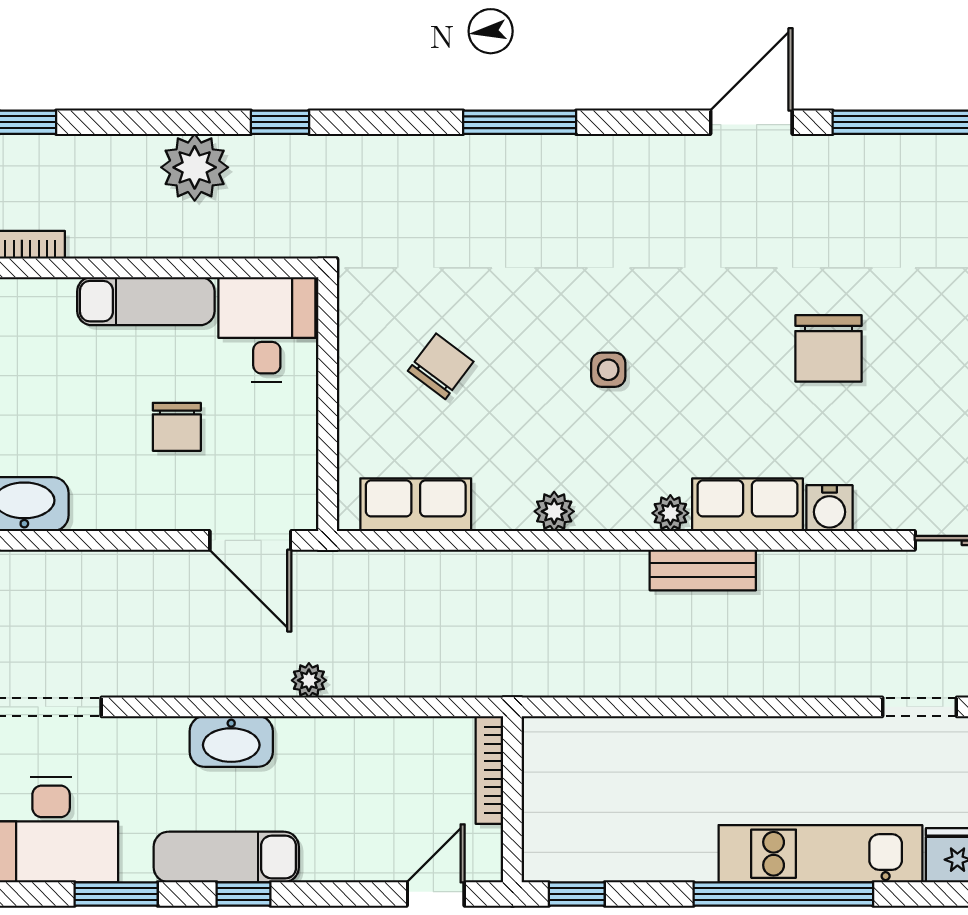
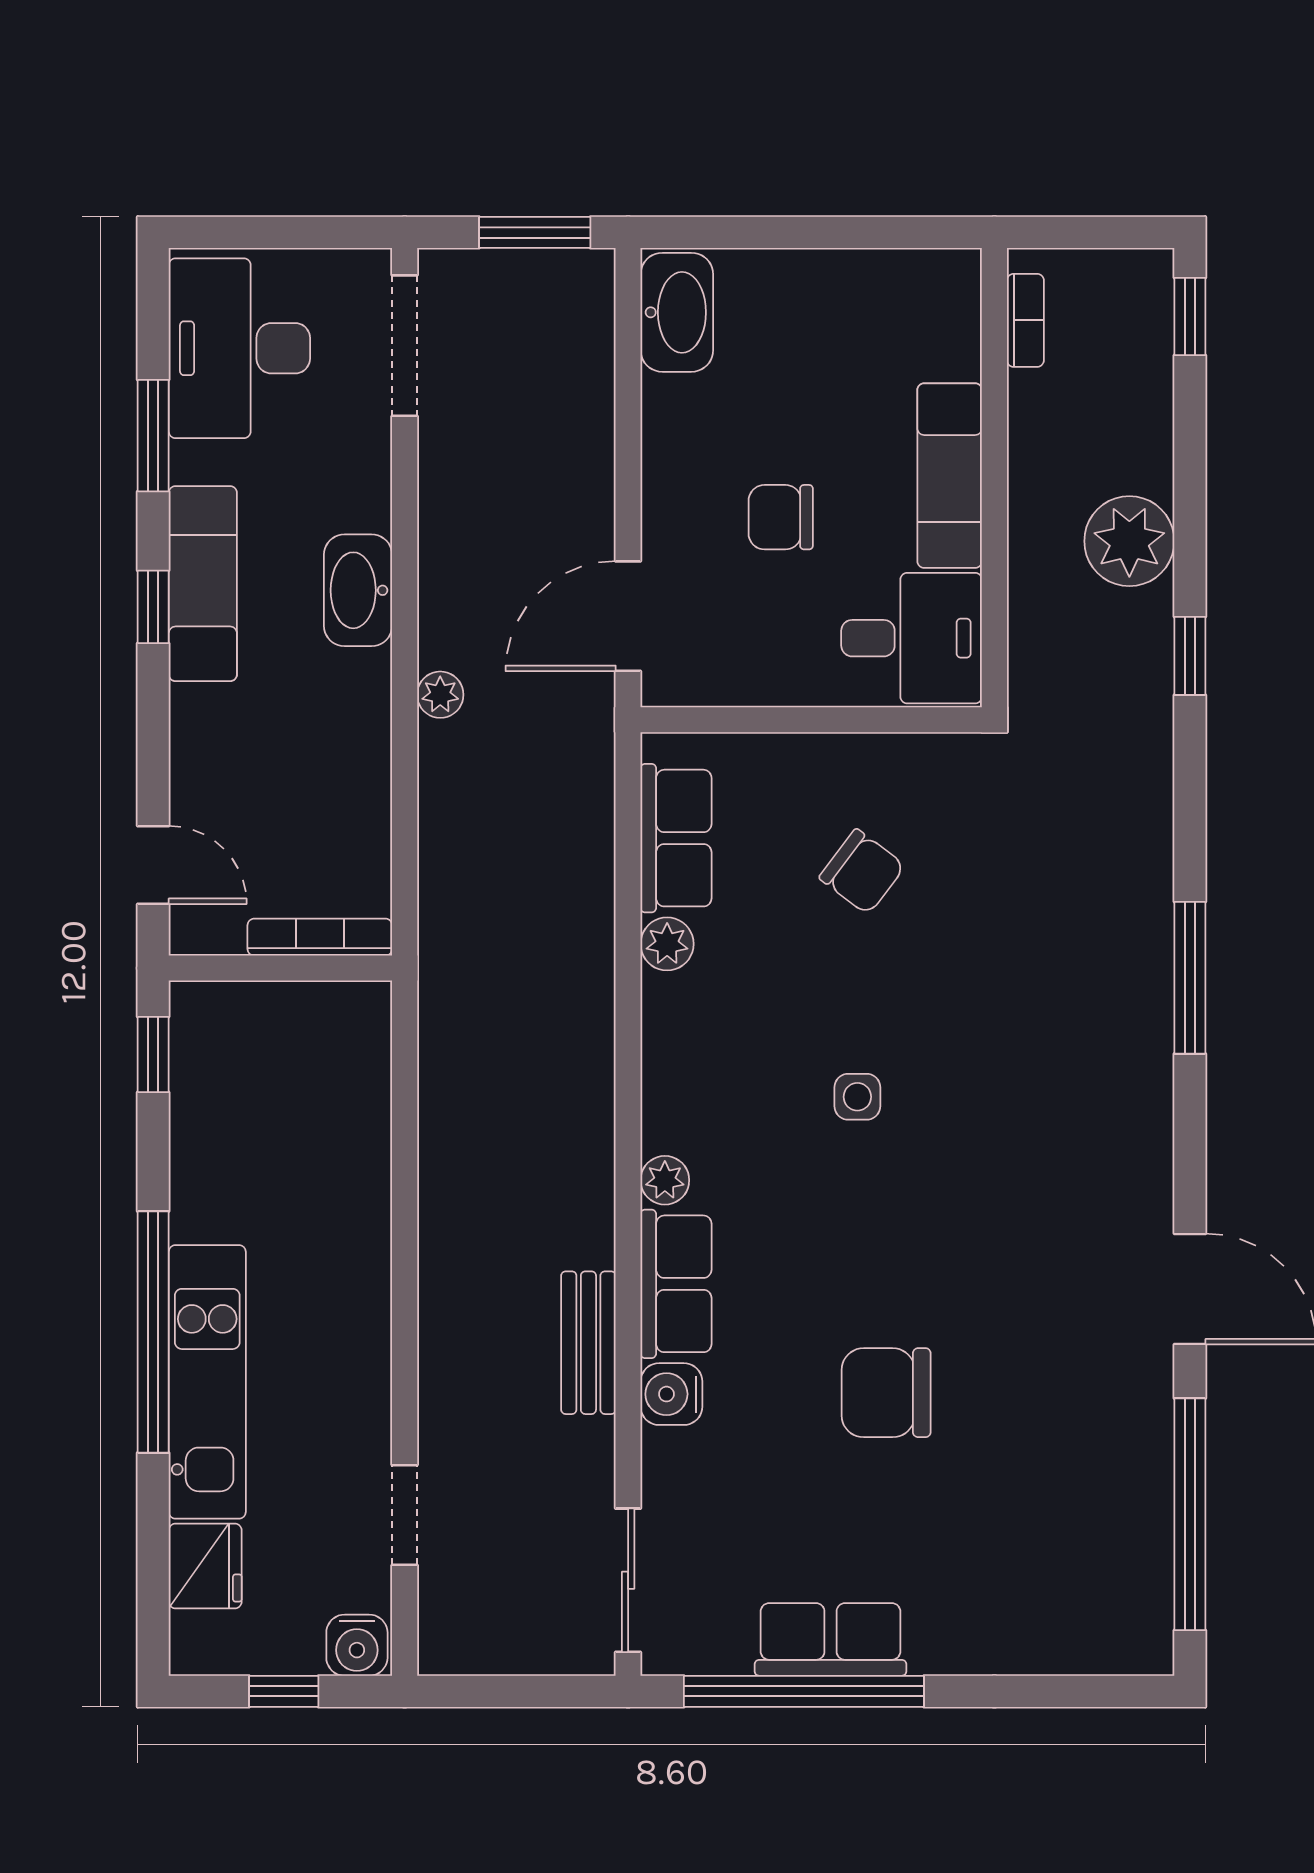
plant: (554, 511) -> (667, 944), moved
bench: (703, 570) -> (588, 1343), moved

